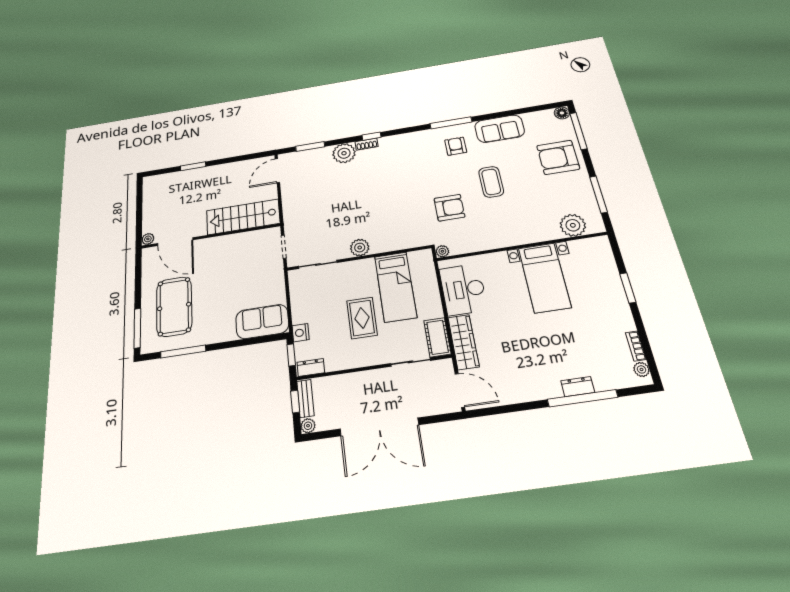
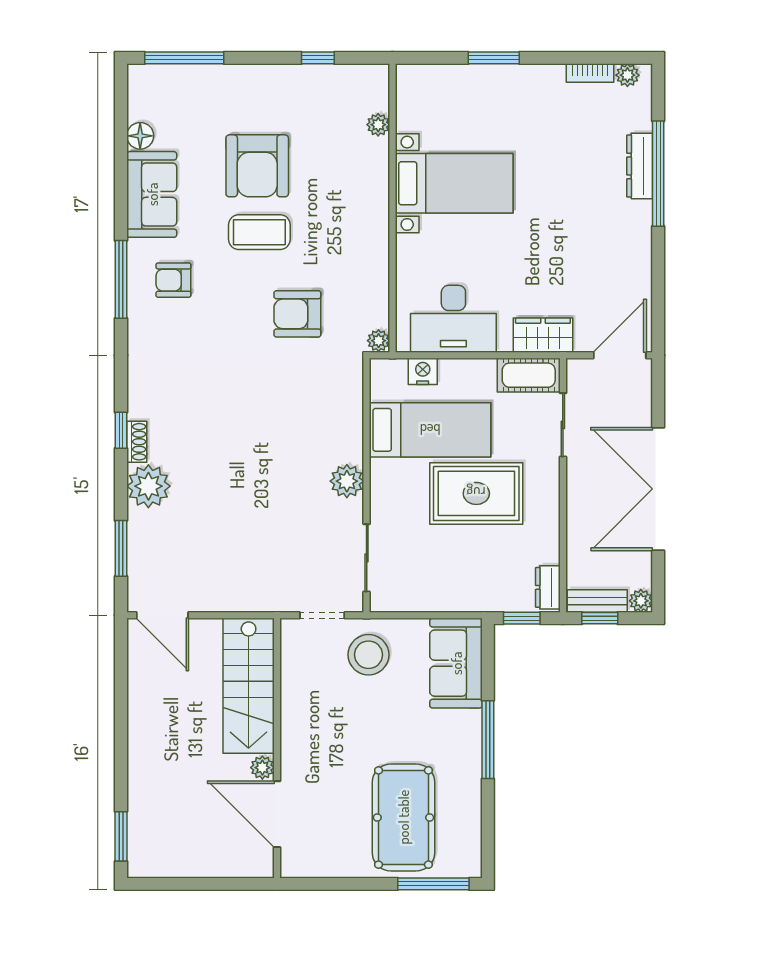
floor lamp: (562, 113) -> (140, 136), moved
armchair: (558, 157) -> (257, 166), moved
window: (193, 166) -> (121, 836), moved
window: (598, 194) -> (318, 58), width x0.46
armchair: (449, 208) -> (297, 314), turned -90
plant: (573, 225) -> (378, 125), width x0.53, depth x0.53
plant: (148, 239) -> (262, 768), moved
door: (175, 242) -> (277, 814), swing flipped
stool: (264, 274) -> (369, 655), added
pool table: (174, 306) -> (403, 817), turned 90
rug: (362, 318) -> (476, 493), width x1.36, depth x1.43
nightstand: (301, 333) -> (423, 371), moved, turned 180
wardrobe: (463, 342) -> (543, 335), width x0.67
window: (183, 351) -> (488, 740), moved
dresser: (578, 387) -> (640, 166), width x1.44
double door: (379, 427) -> (658, 489), swing flipped

